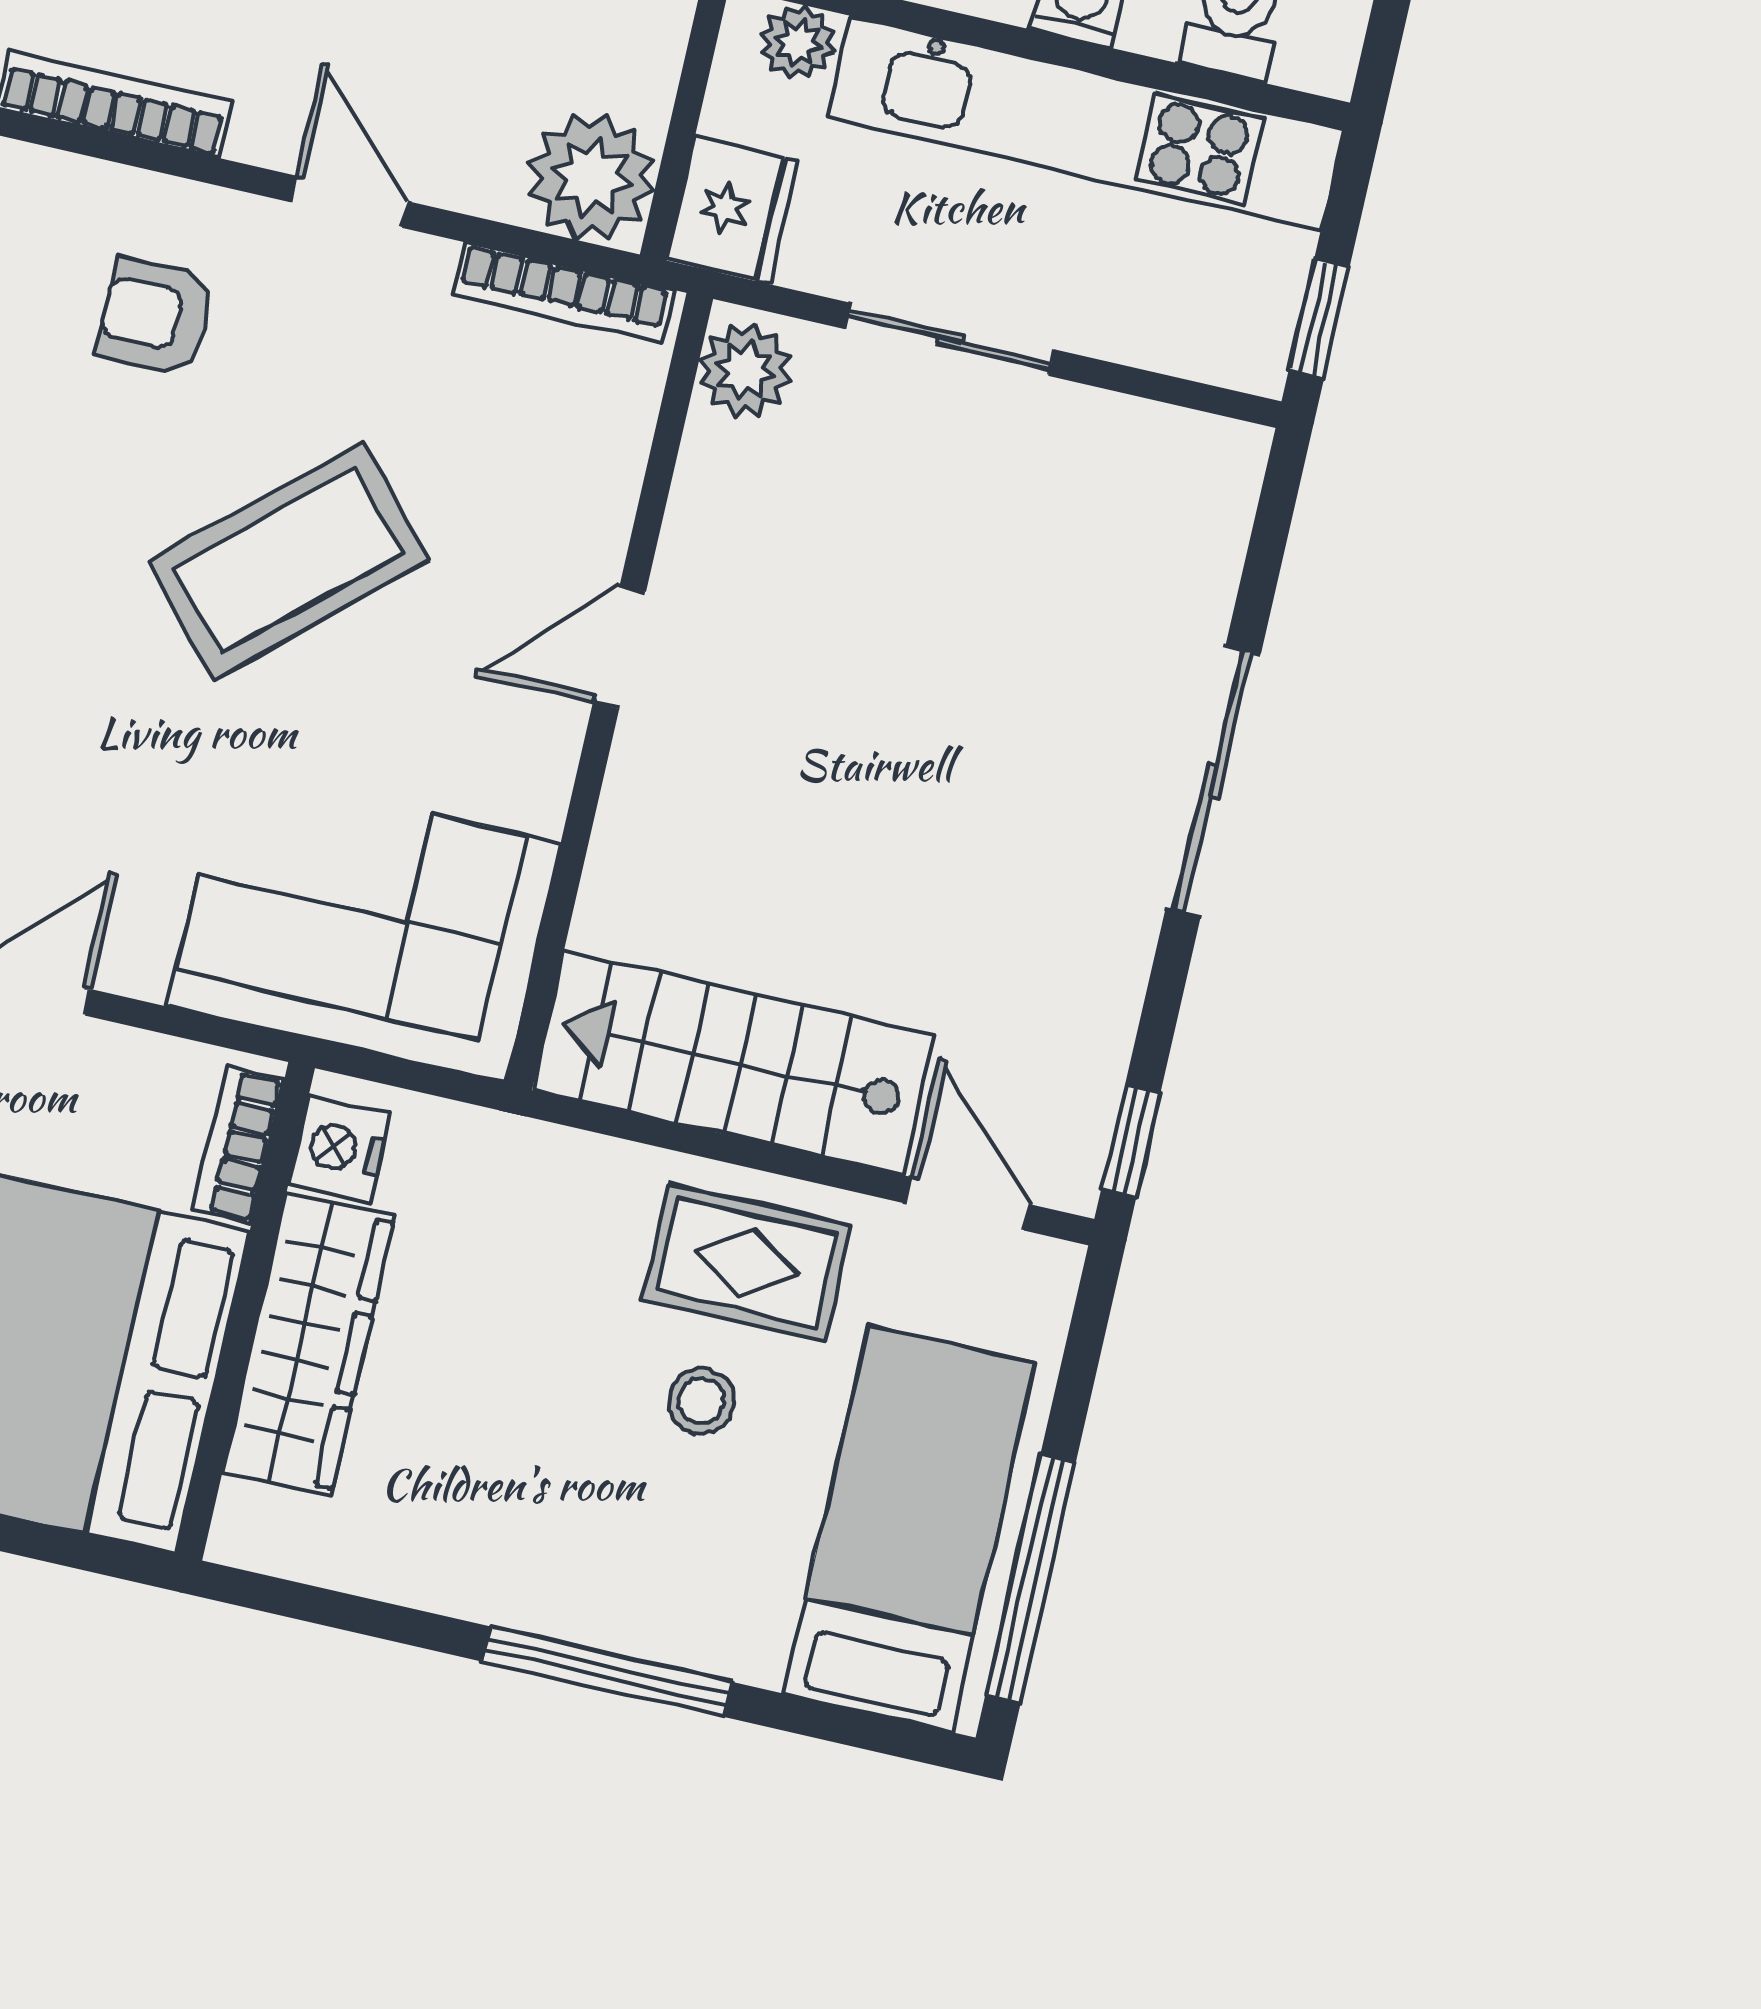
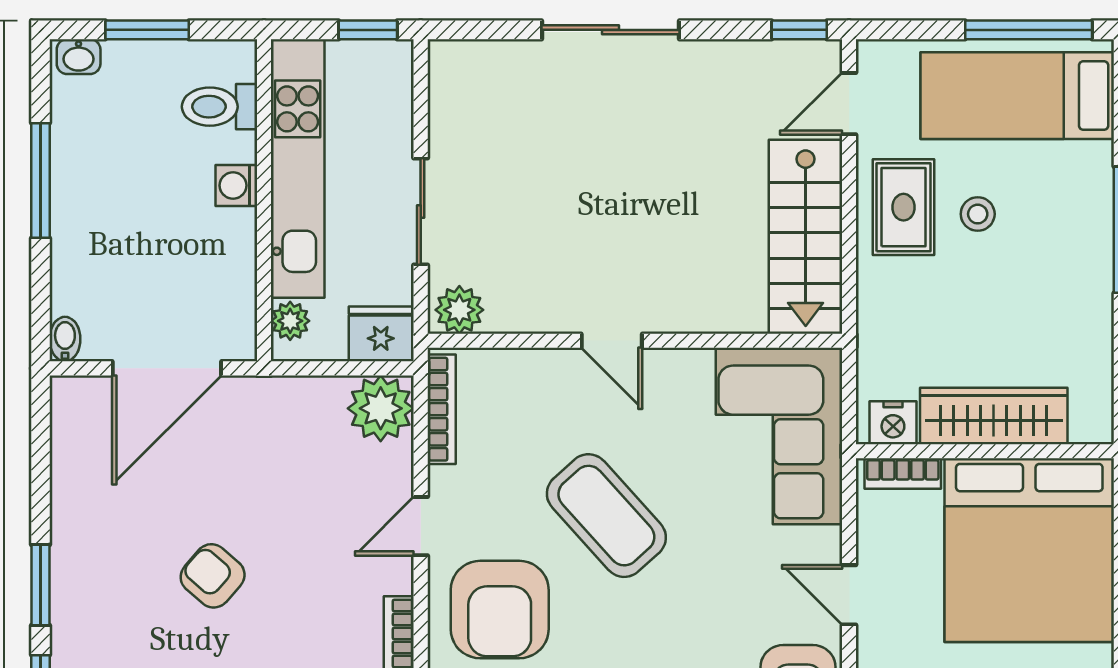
armchair: (155, 316) -> (500, 610), width x1.88, depth x1.88

